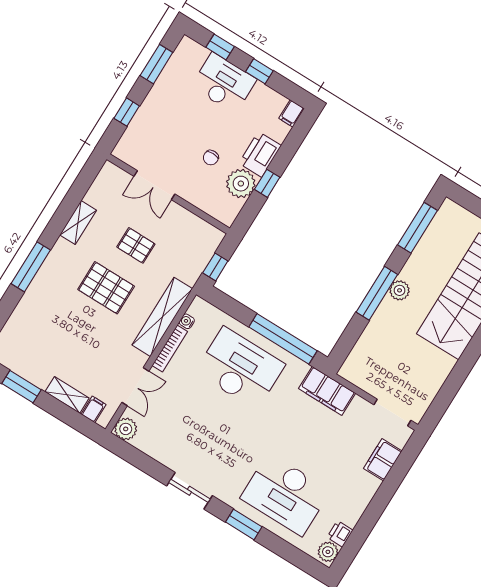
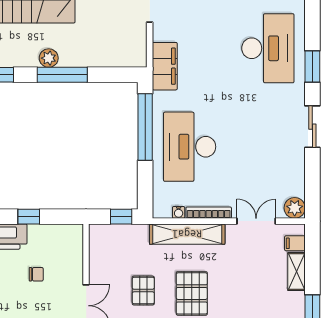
plant: (241, 184) -> (42, 237), removed

